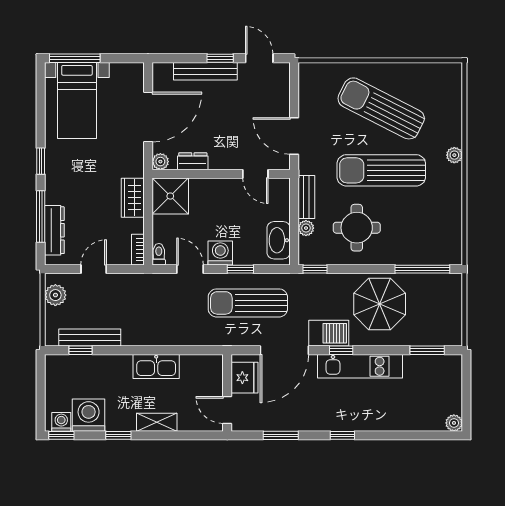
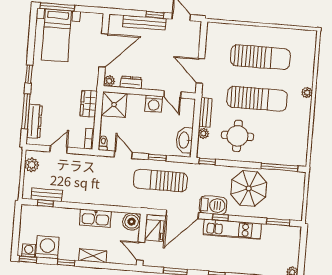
sun lounger: (381, 108) -> (260, 57), turned 153
sun lounger: (381, 170) -> (257, 99), turned 180
washing machine: (220, 253) -> (154, 104), moved, turned 180
bench: (90, 338) -> (47, 195), width x0.73
boiler: (210, 367) -> (132, 222), added

